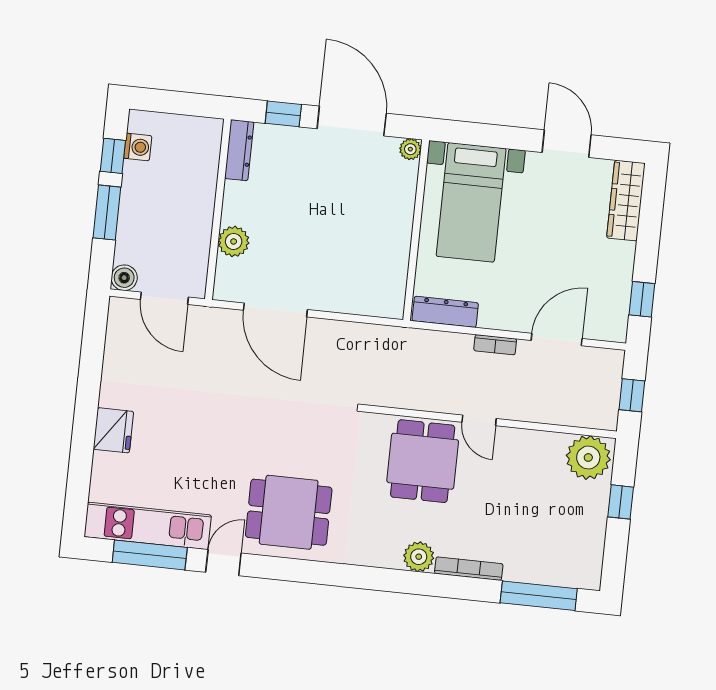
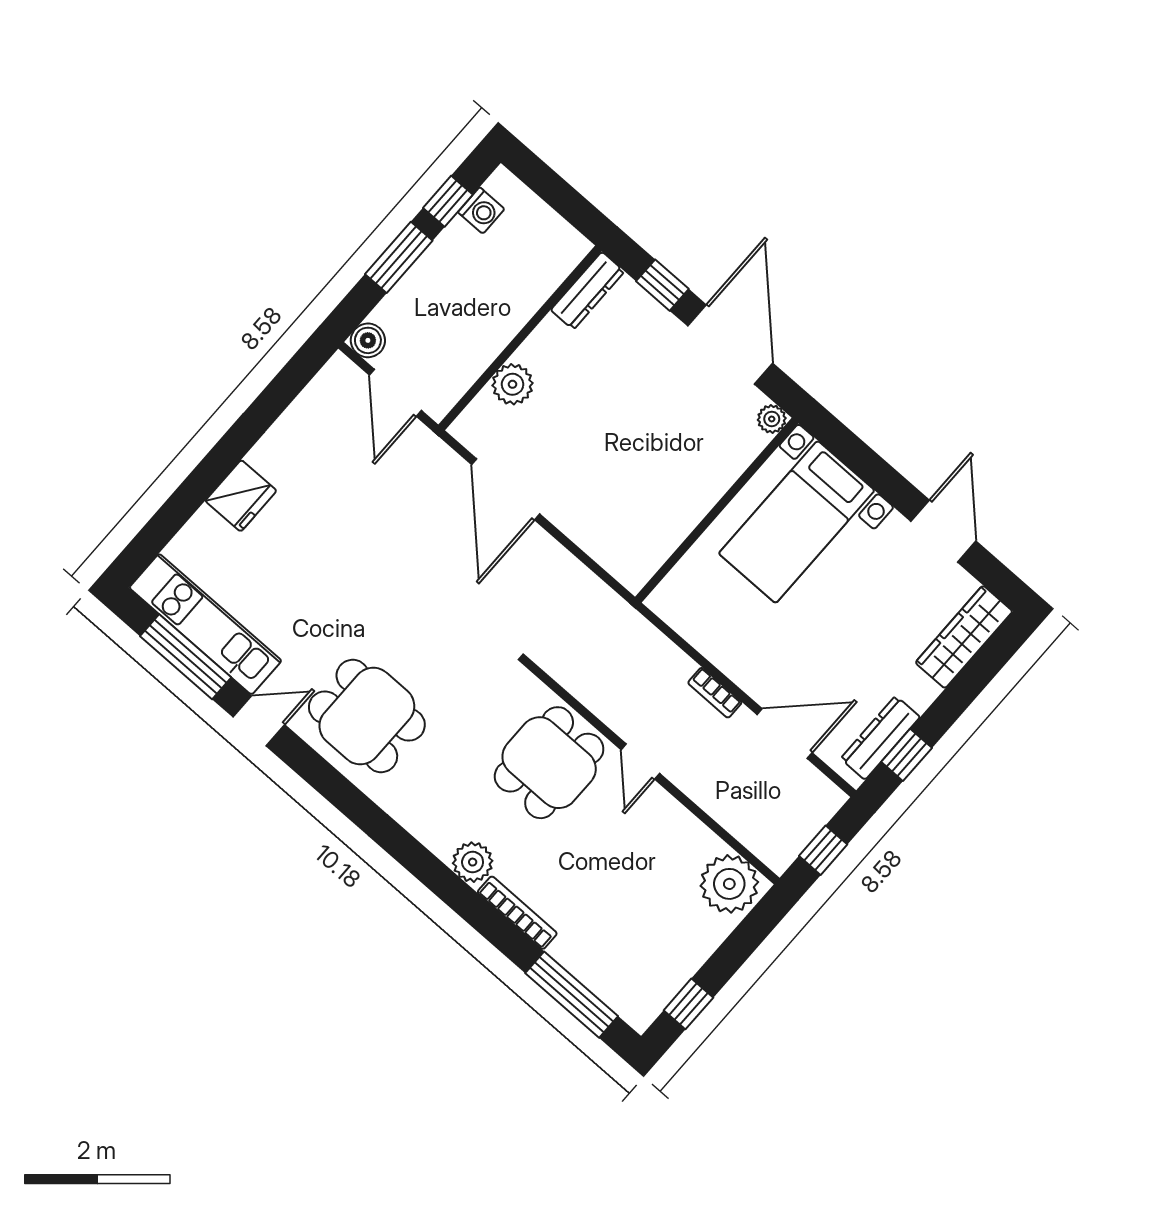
dresser: (445, 312) -> (880, 738), moved, turned -90
window: (621, 502) -> (688, 1004), moved

